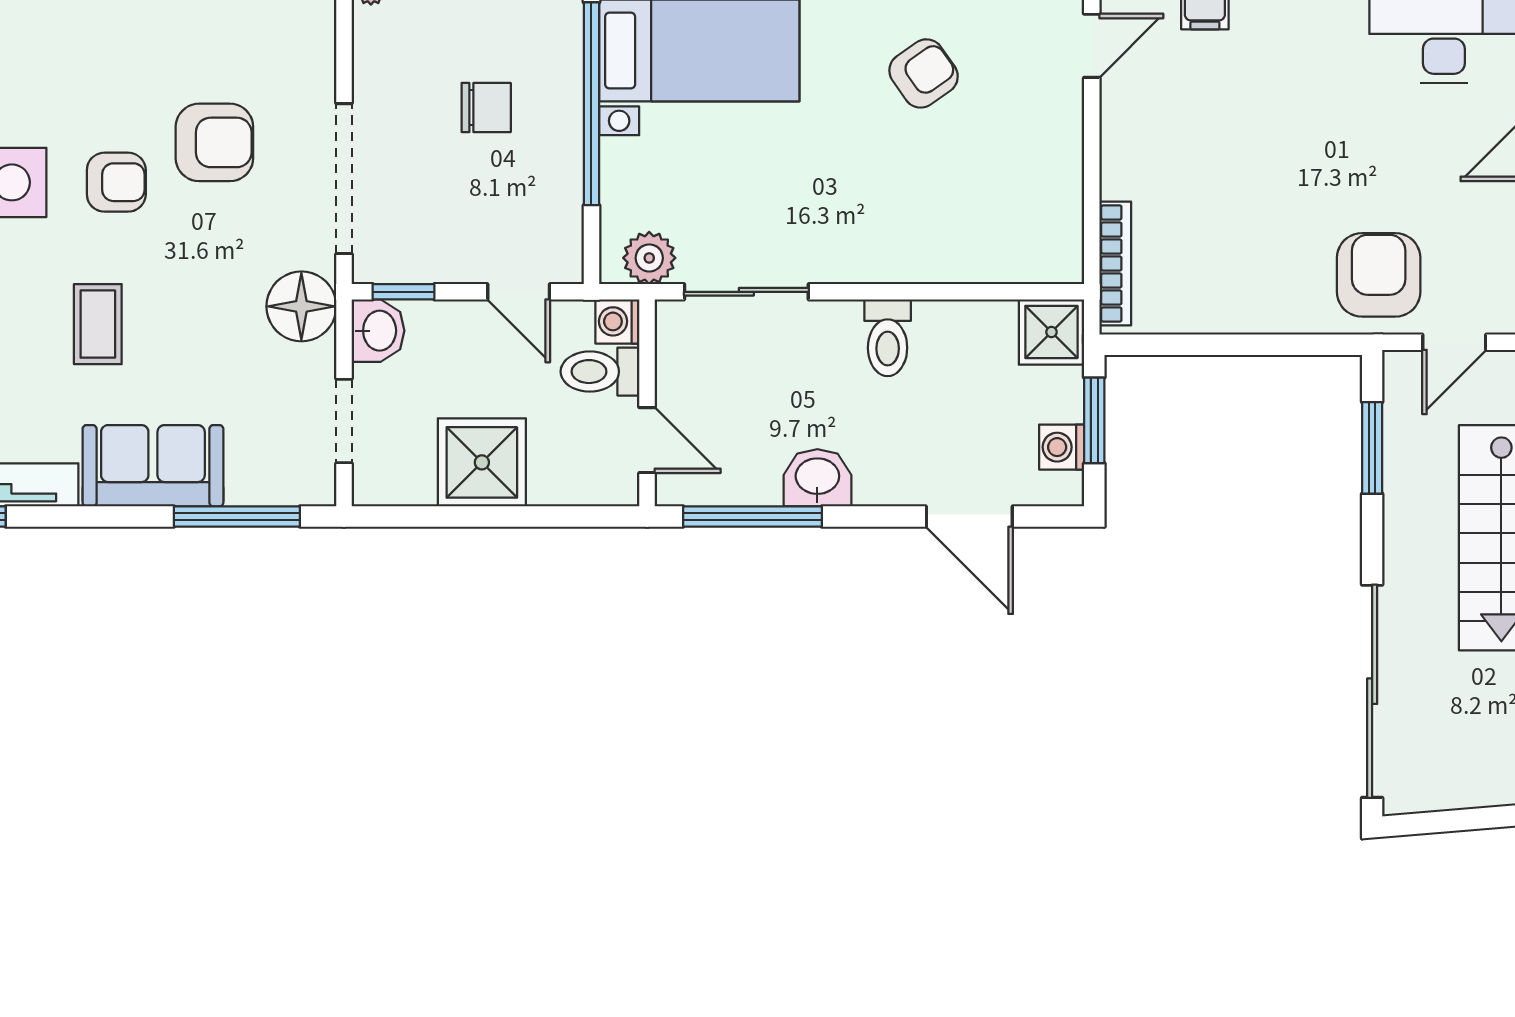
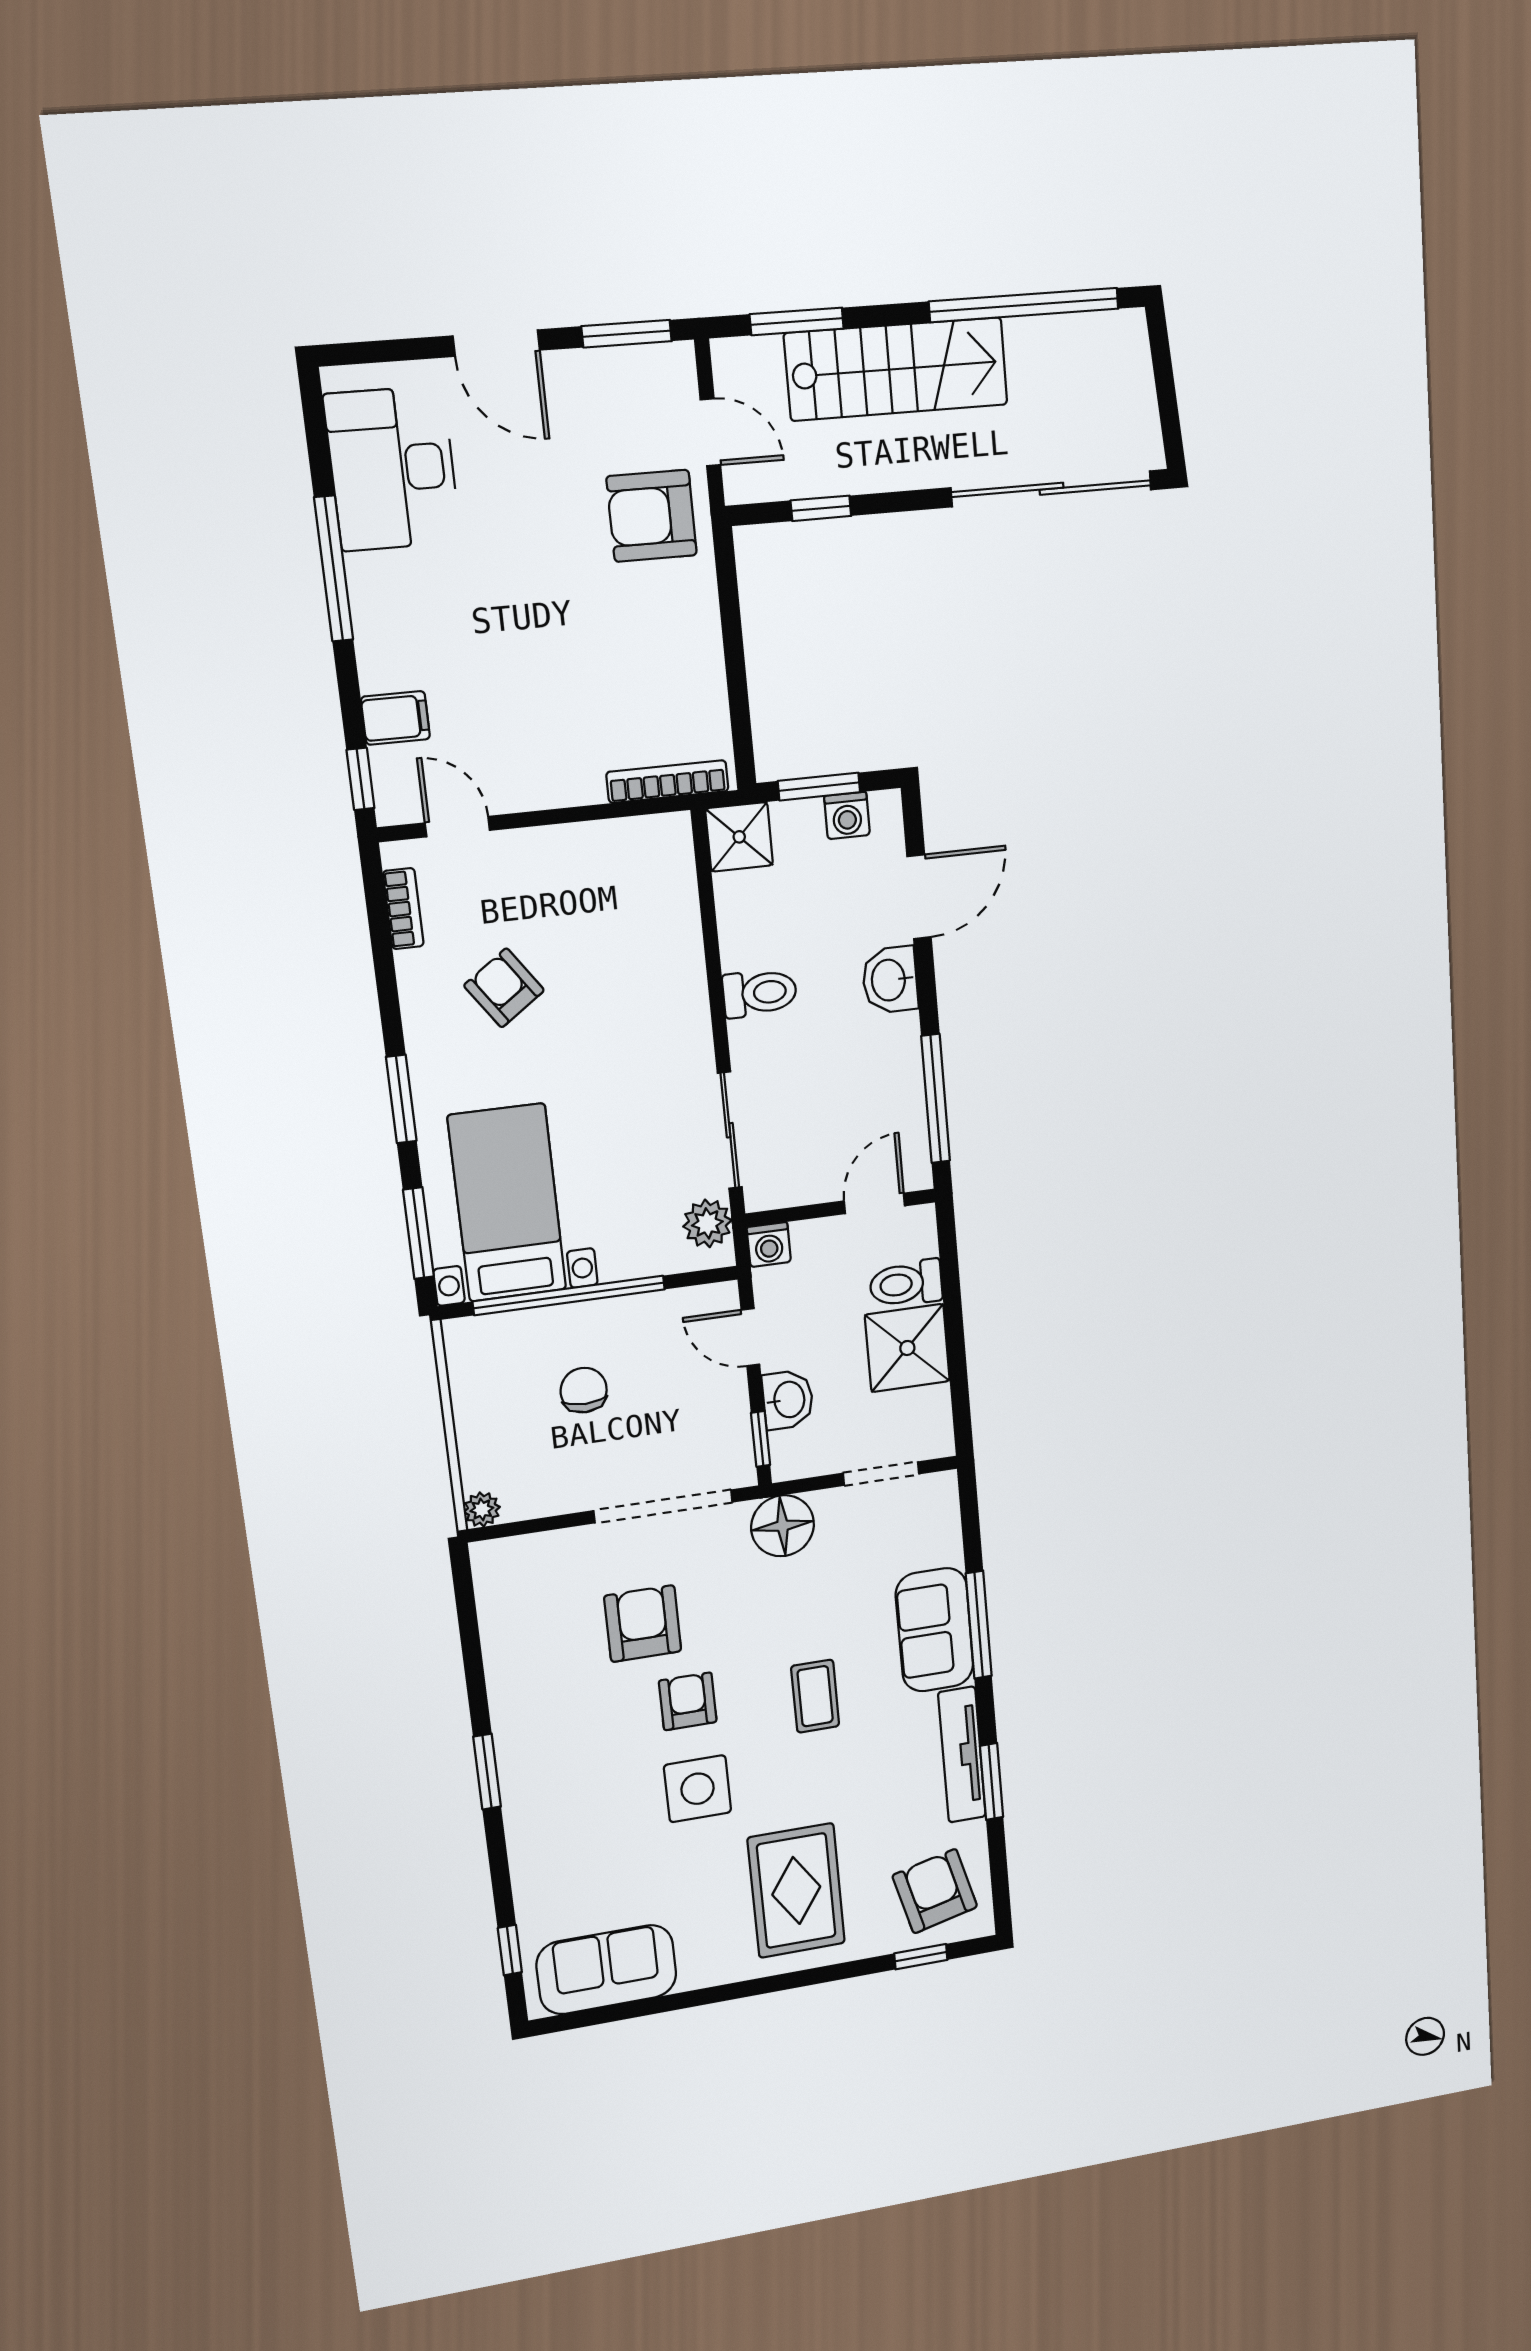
door: (519, 292) -> (750, 1337), swing flipped
coffee table: (98, 324) -> (815, 1696), turned 90
washbasin: (378, 331) -> (788, 1400), moved, turned 90
toilet: (600, 372) -> (906, 1284), moved, turned 90
window: (1372, 448) -> (821, 508), width x0.67
washbasin: (817, 478) -> (890, 980), moved
window: (237, 517) -> (979, 1625), moved

